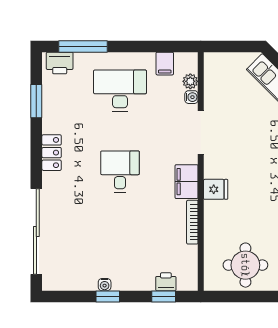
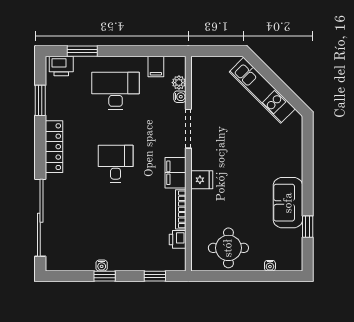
window: (83, 46) -> (82, 51), width x0.69
locker: (52, 153) -> (54, 147), width x1.53
printer: (166, 282) -> (178, 239), moved, turned -90

